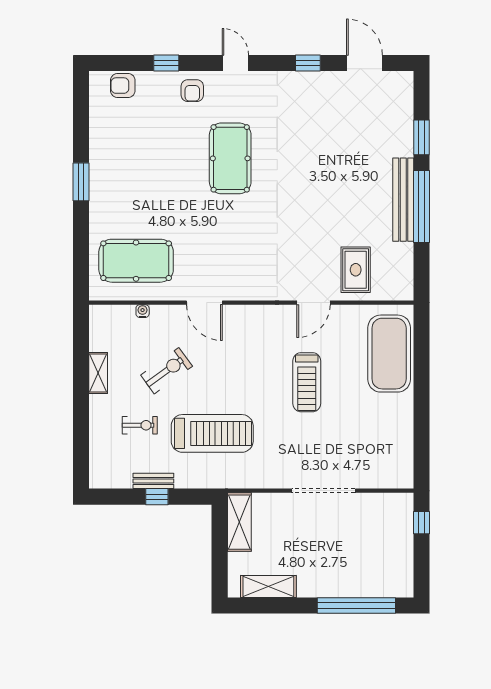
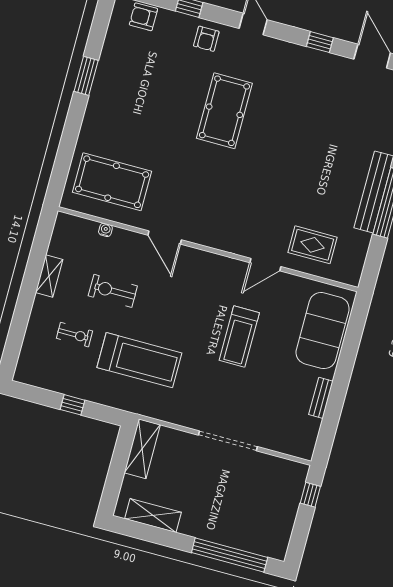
window: (81, 182) -> (86, 76), moved
rug: (356, 270) -> (313, 245), turned 90
exercise bike: (167, 371) -> (113, 291), turned -144
bench: (153, 481) -> (321, 398), moved, turned 90

